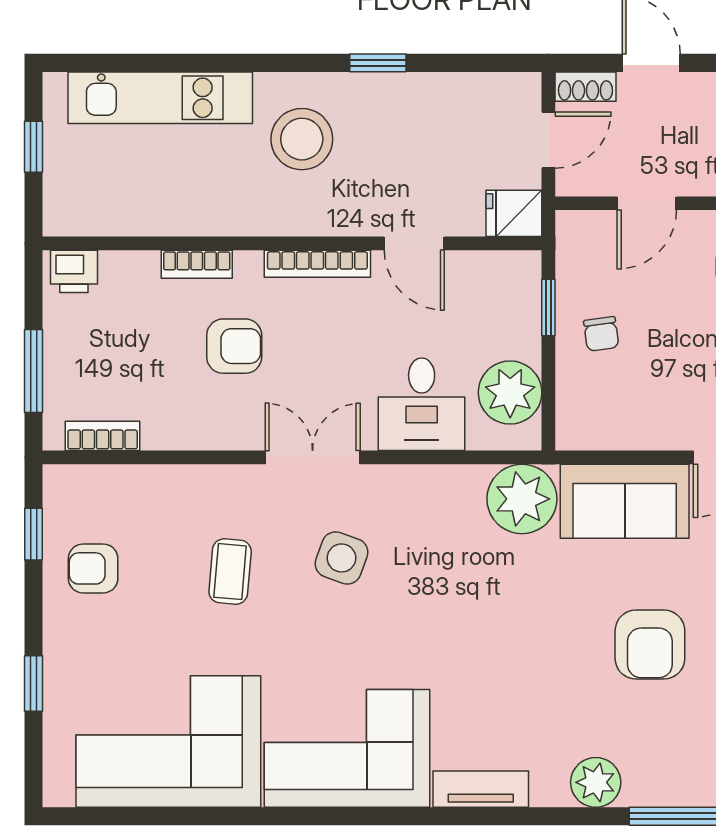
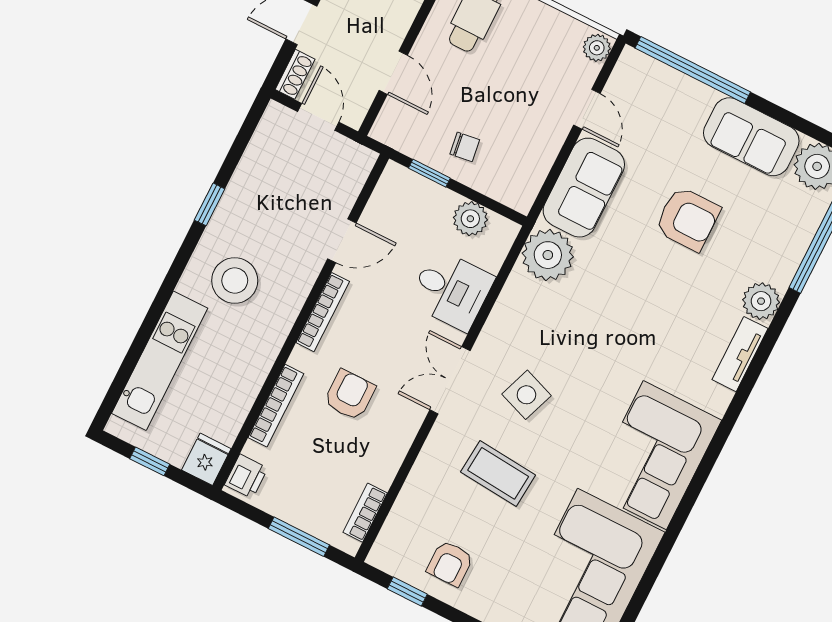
fridge: (514, 213) -> (206, 459), moved, turned 180
bookcase: (197, 264) -> (276, 406), width x1.56
plant: (510, 393) -> (470, 219), width x0.73, depth x0.73
coffee table: (230, 572) -> (498, 473), width x1.36, depth x1.30
tv unit: (481, 789) -> (740, 354), moved

